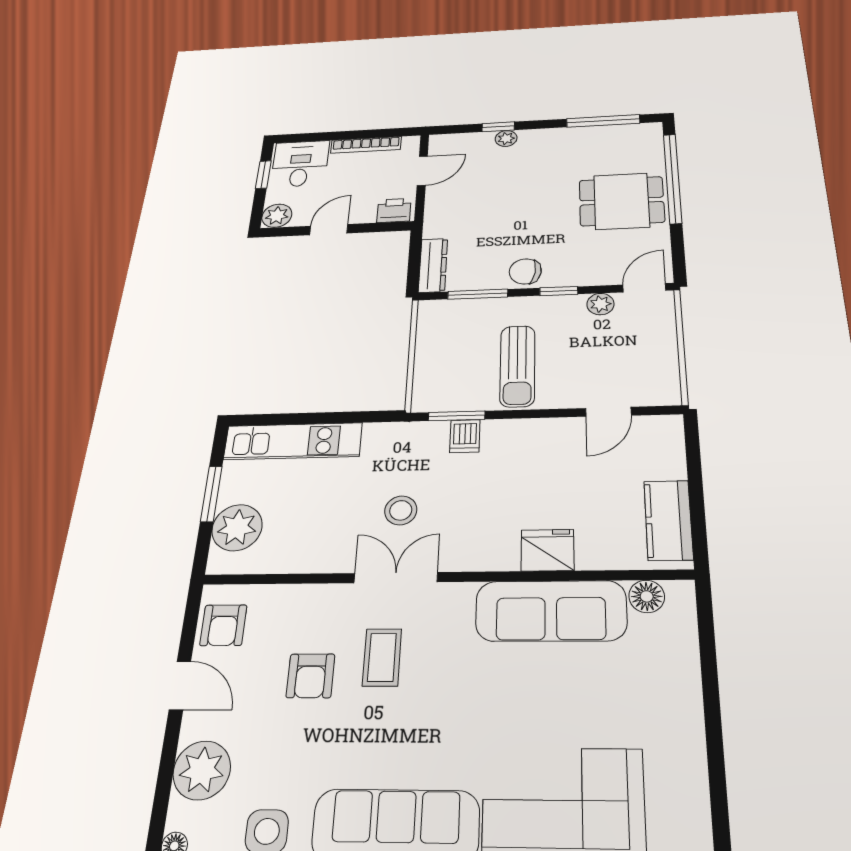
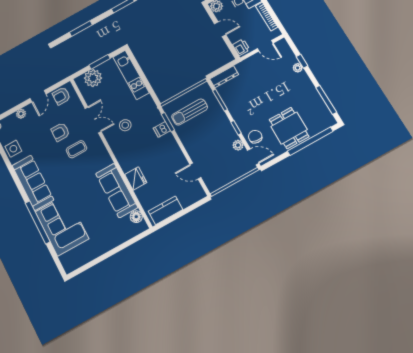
chair: (525, 271) -> (255, 137), moved
sun lounger: (517, 366) -> (190, 112), moved
double door: (396, 578) -> (93, 120), moved
plant: (202, 770) -> (21, 114), width x0.53, depth x0.53

